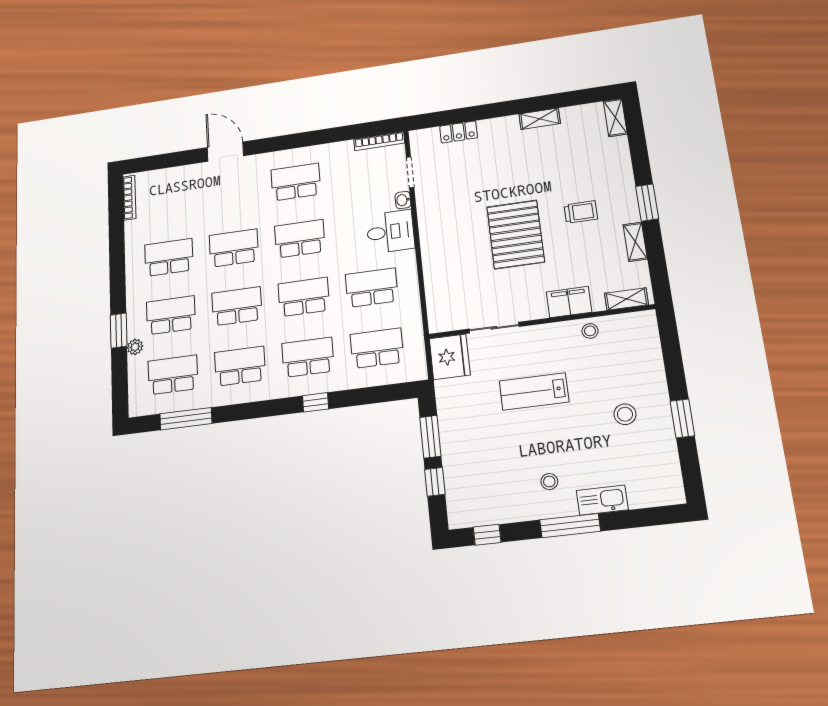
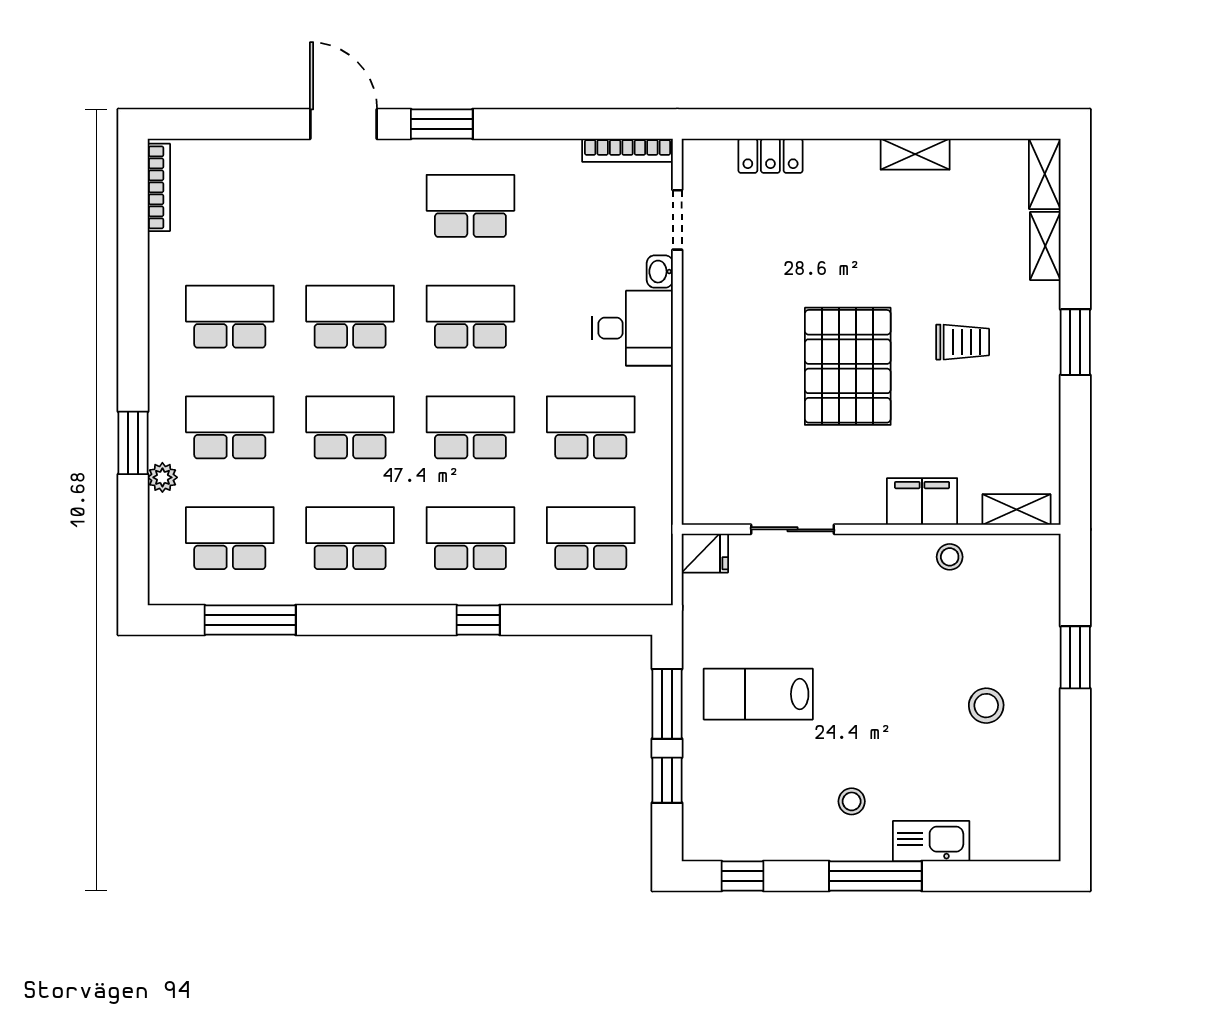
window: (278, 144) -> (442, 124), added
shelving: (635, 242) -> (1045, 246), moved
fridge: (450, 357) -> (705, 553), width x0.53, depth x0.75
lab bench: (534, 391) -> (758, 694), moved
window: (682, 418) -> (1075, 657), moved

